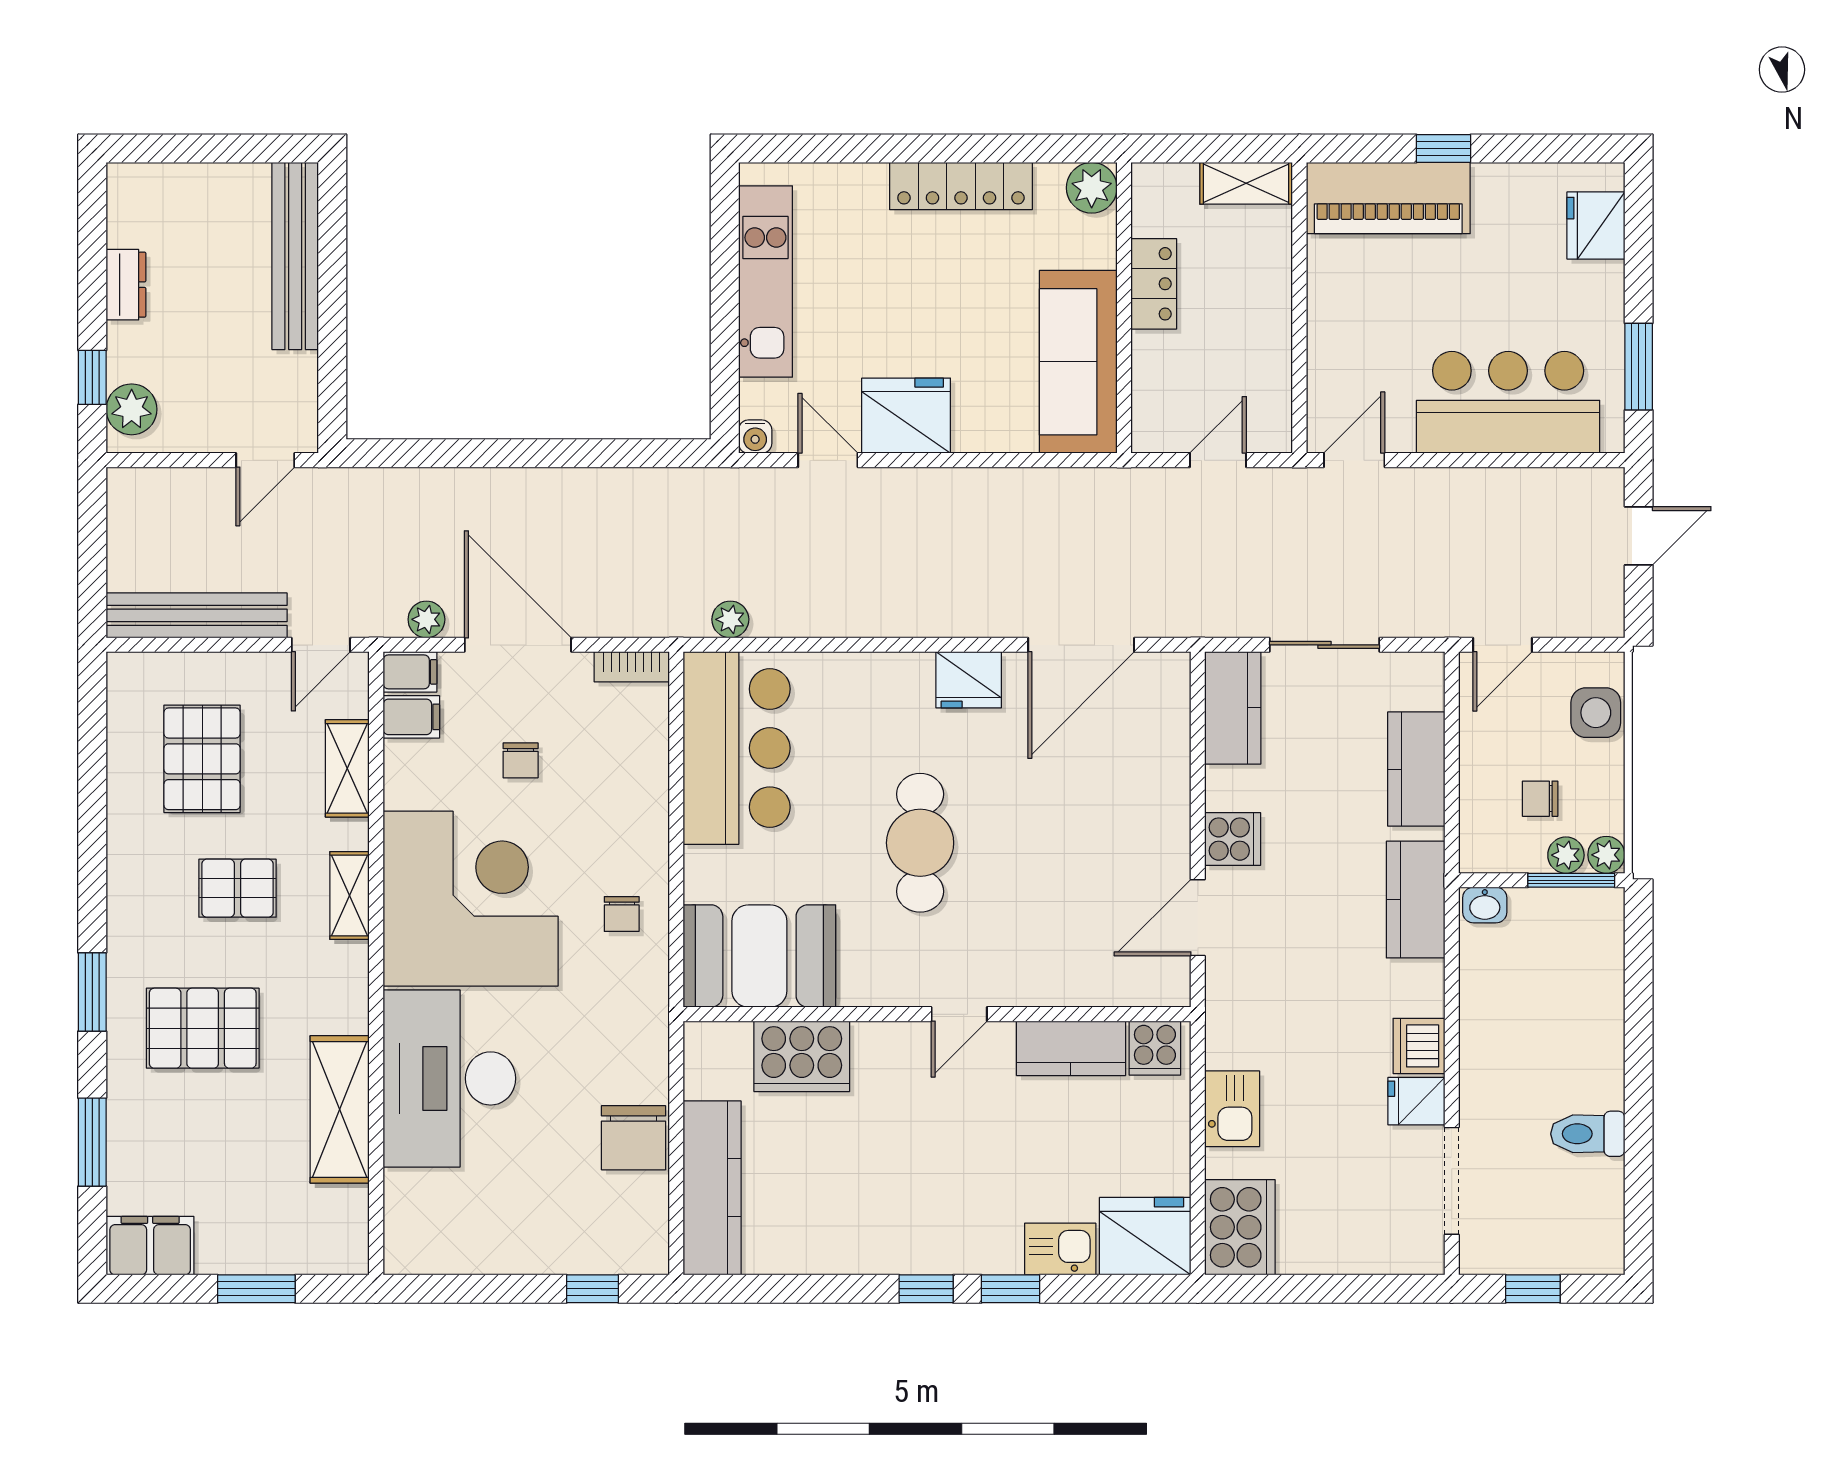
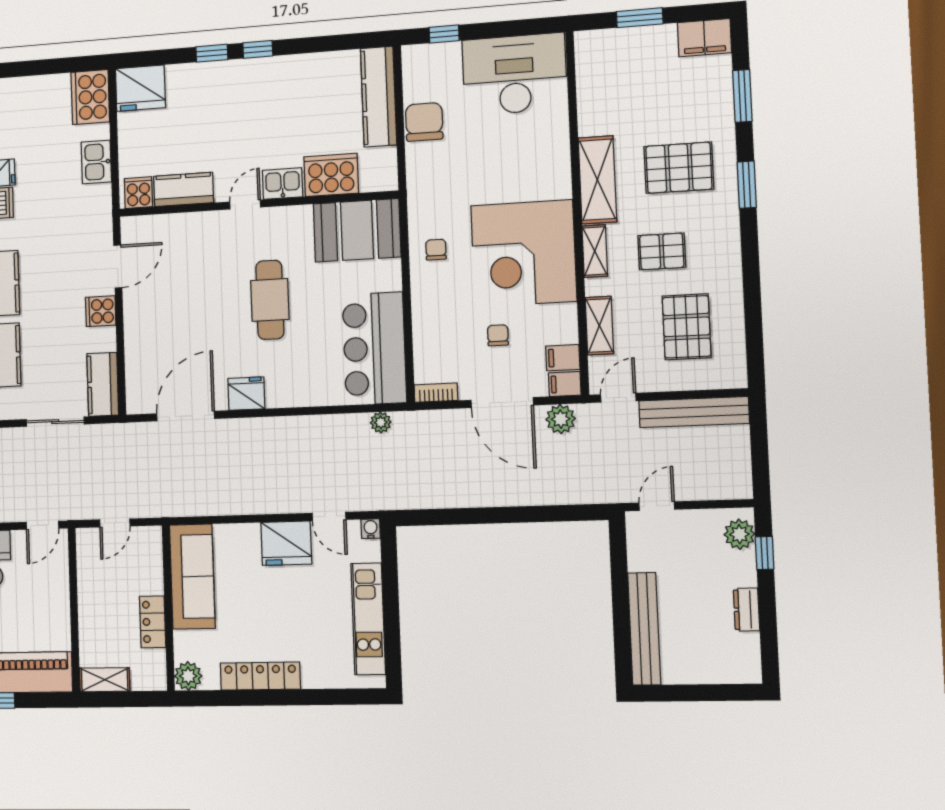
plant: (426, 619) -> (561, 419), width x1.38, depth x1.38
desk: (449, 1078) -> (514, 74), moved, turned -90
shelving: (340, 1109) -> (597, 180), moved
kitchen sink: (1060, 1249) -> (283, 184), moved, turned 180

